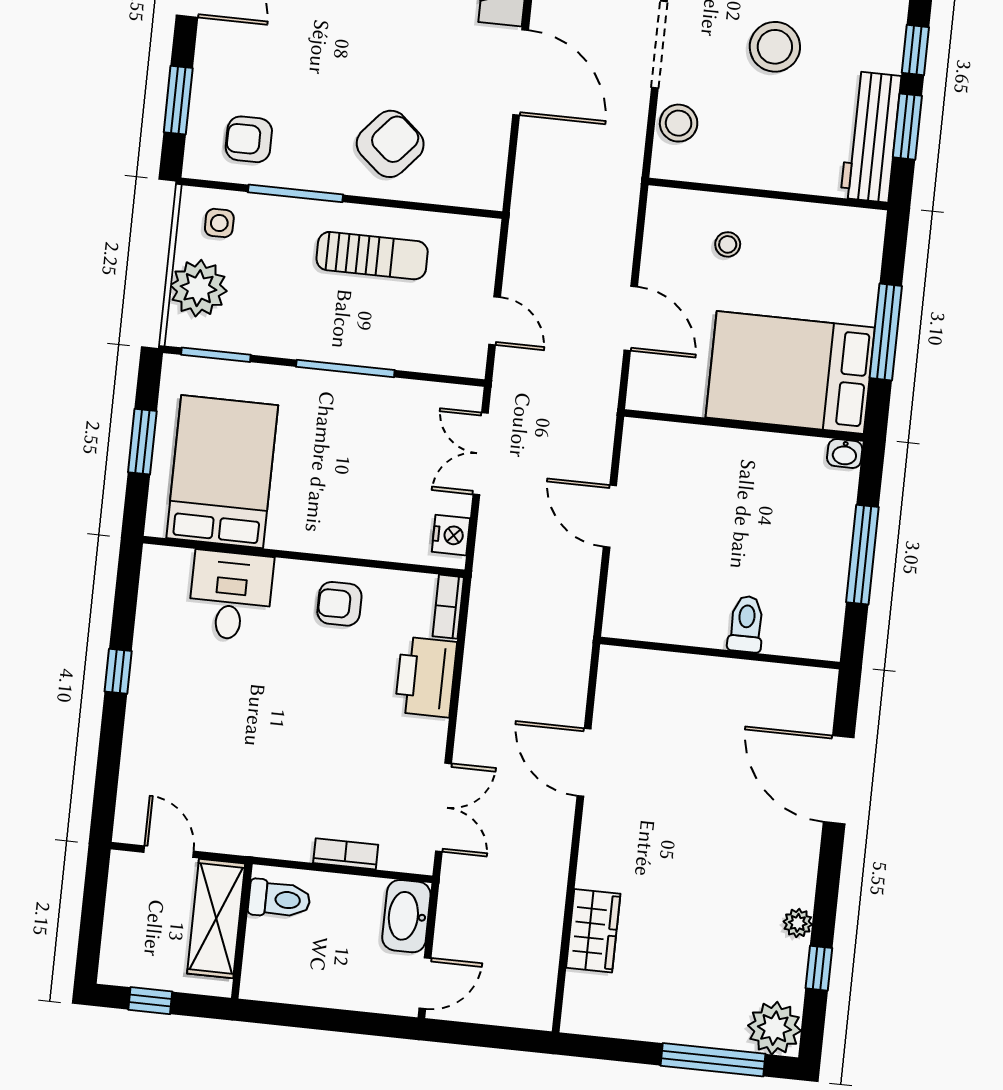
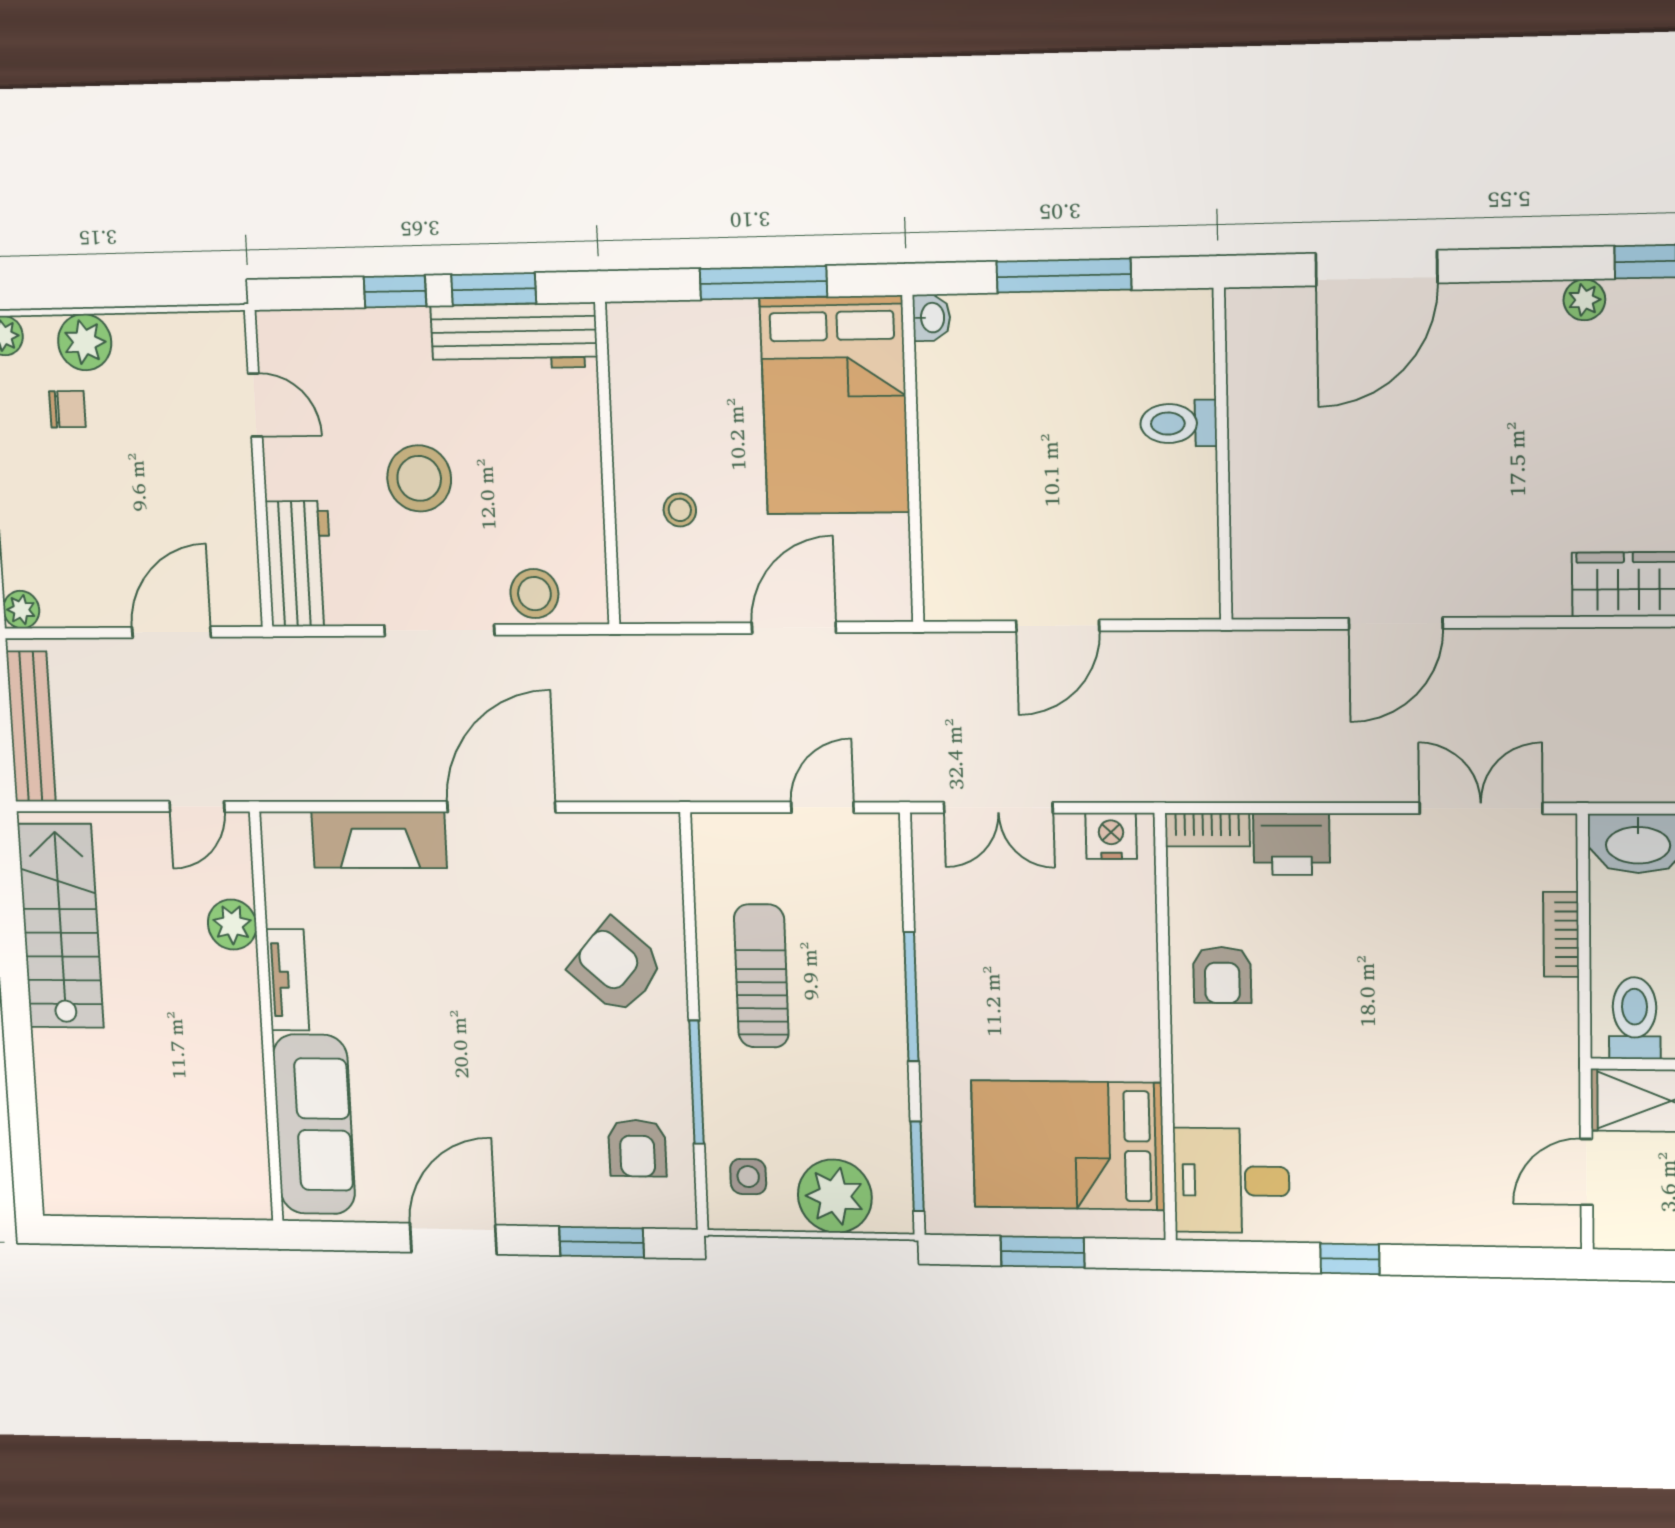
desk: (231, 596) -> (1231, 1181), moved
printer: (426, 677) -> (1292, 844), width x0.73, depth x0.84

